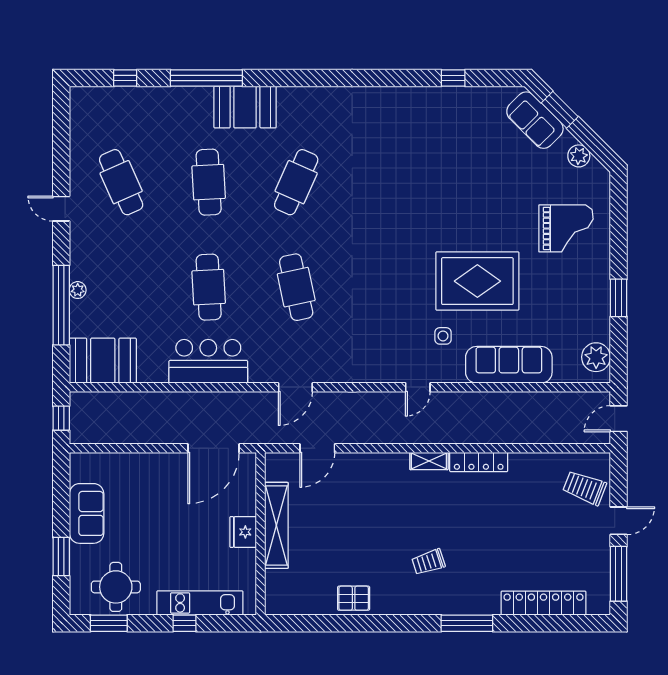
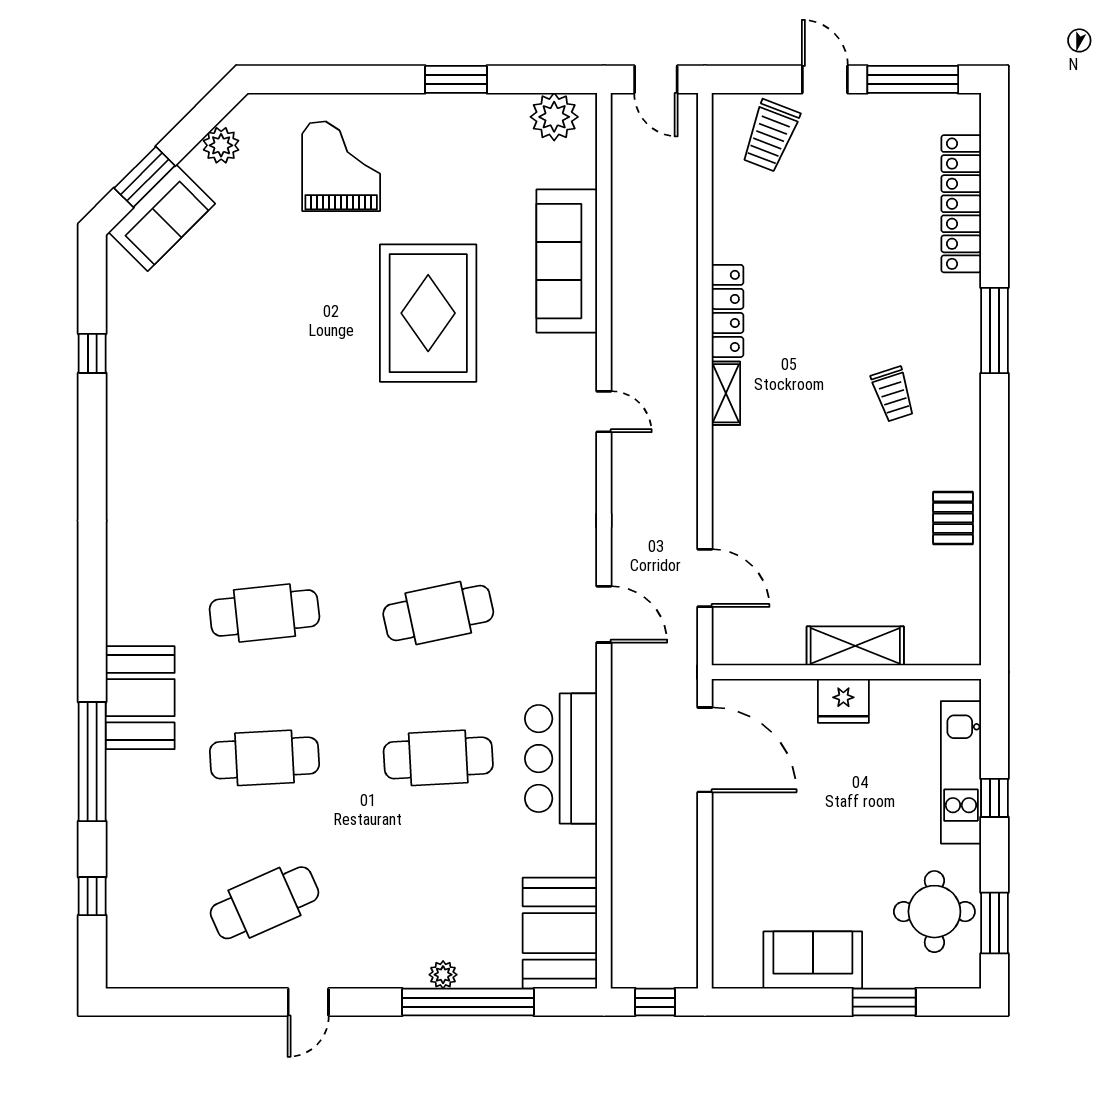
cafe table: (296, 182) -> (264, 613), turned -30
side table: (443, 336) -> (519, 370), removed
shelving: (276, 525) -> (855, 646), width x0.68

